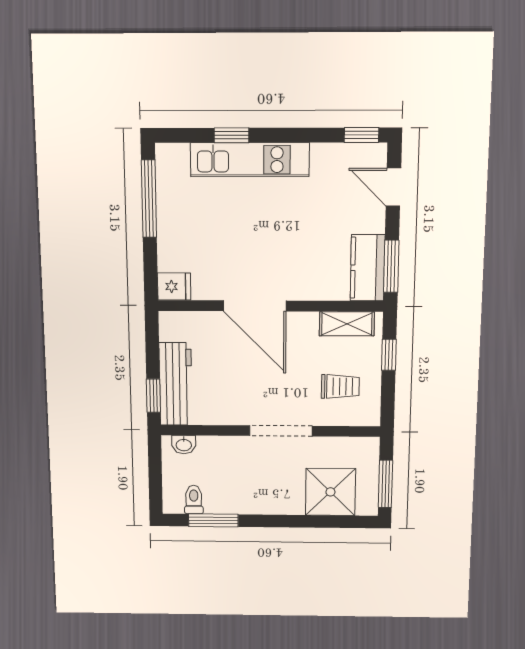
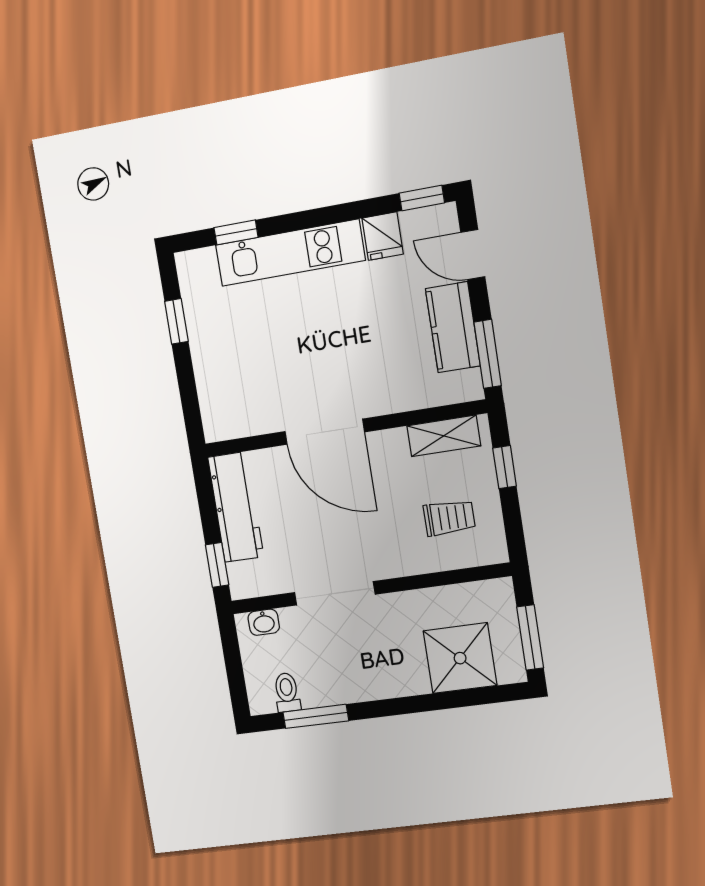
window: (232, 135) -> (236, 232), moved
window: (149, 199) -> (176, 321), width x0.46
kitchen counter: (368, 268) -> (453, 327), moved
fridge: (174, 287) -> (383, 236), moved, turned 90
workbench: (176, 384) -> (236, 507), moved
doorway: (281, 431) -> (335, 593), moved

